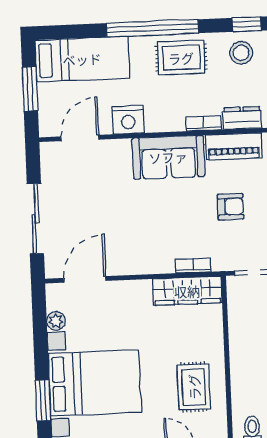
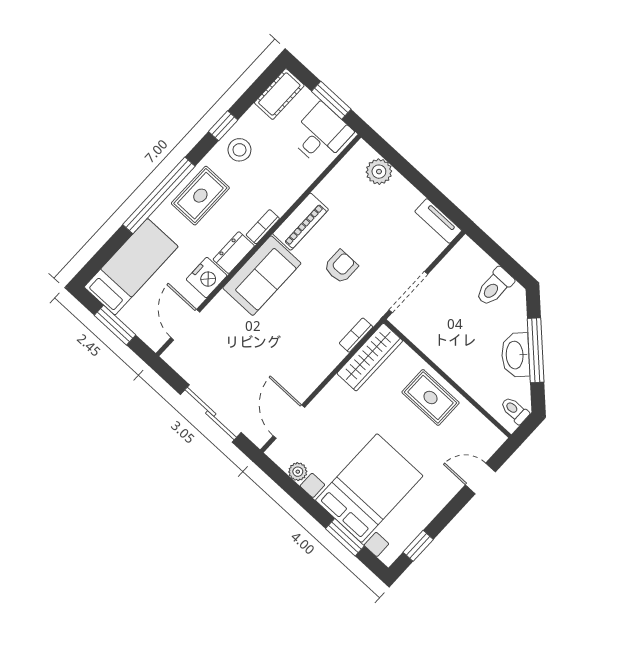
dresser: (242, 118) -> (234, 253), moved
rug: (194, 387) -> (431, 397), moved

